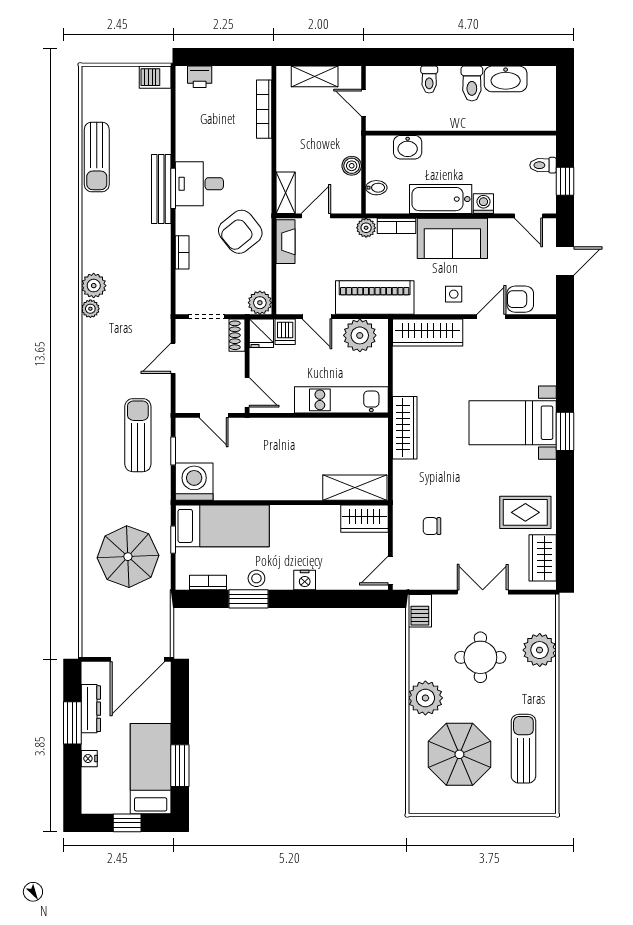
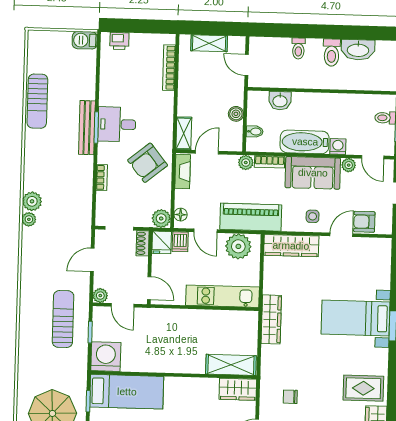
plant: (498, 227) -> (349, 165), added
floor lamp: (285, 297) -> (181, 215), added
plant: (185, 404) -> (100, 296), added

